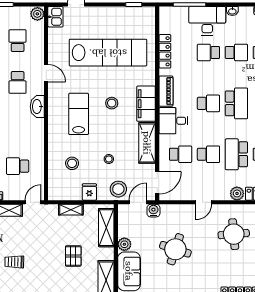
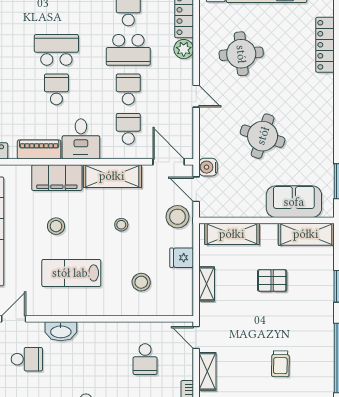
stool: (109, 159) -> (121, 225), moved
plant: (124, 244) -> (255, 208), removed

